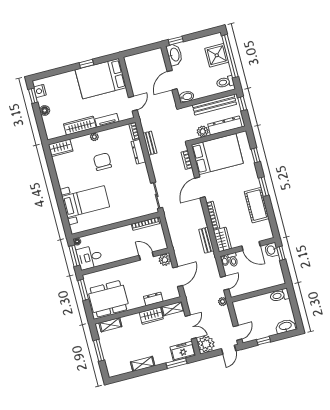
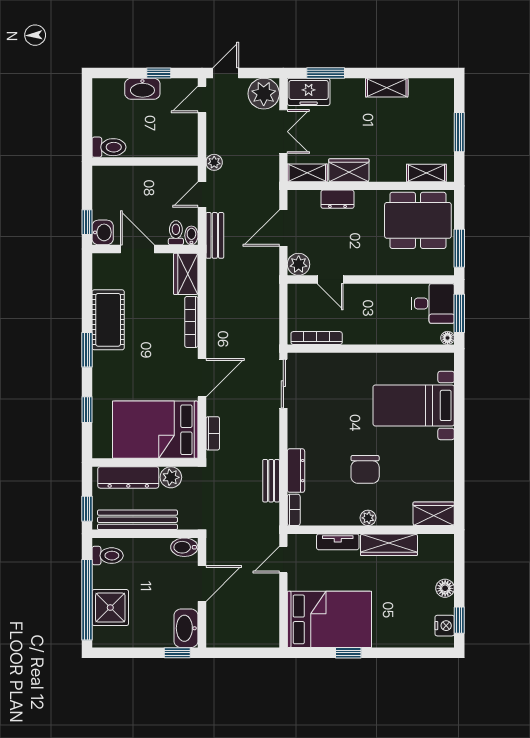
bench: (206, 240) -> (215, 235), moved
washbasin: (285, 326) -> (142, 89), moved
double door: (191, 327) -> (283, 132), swing flipped

